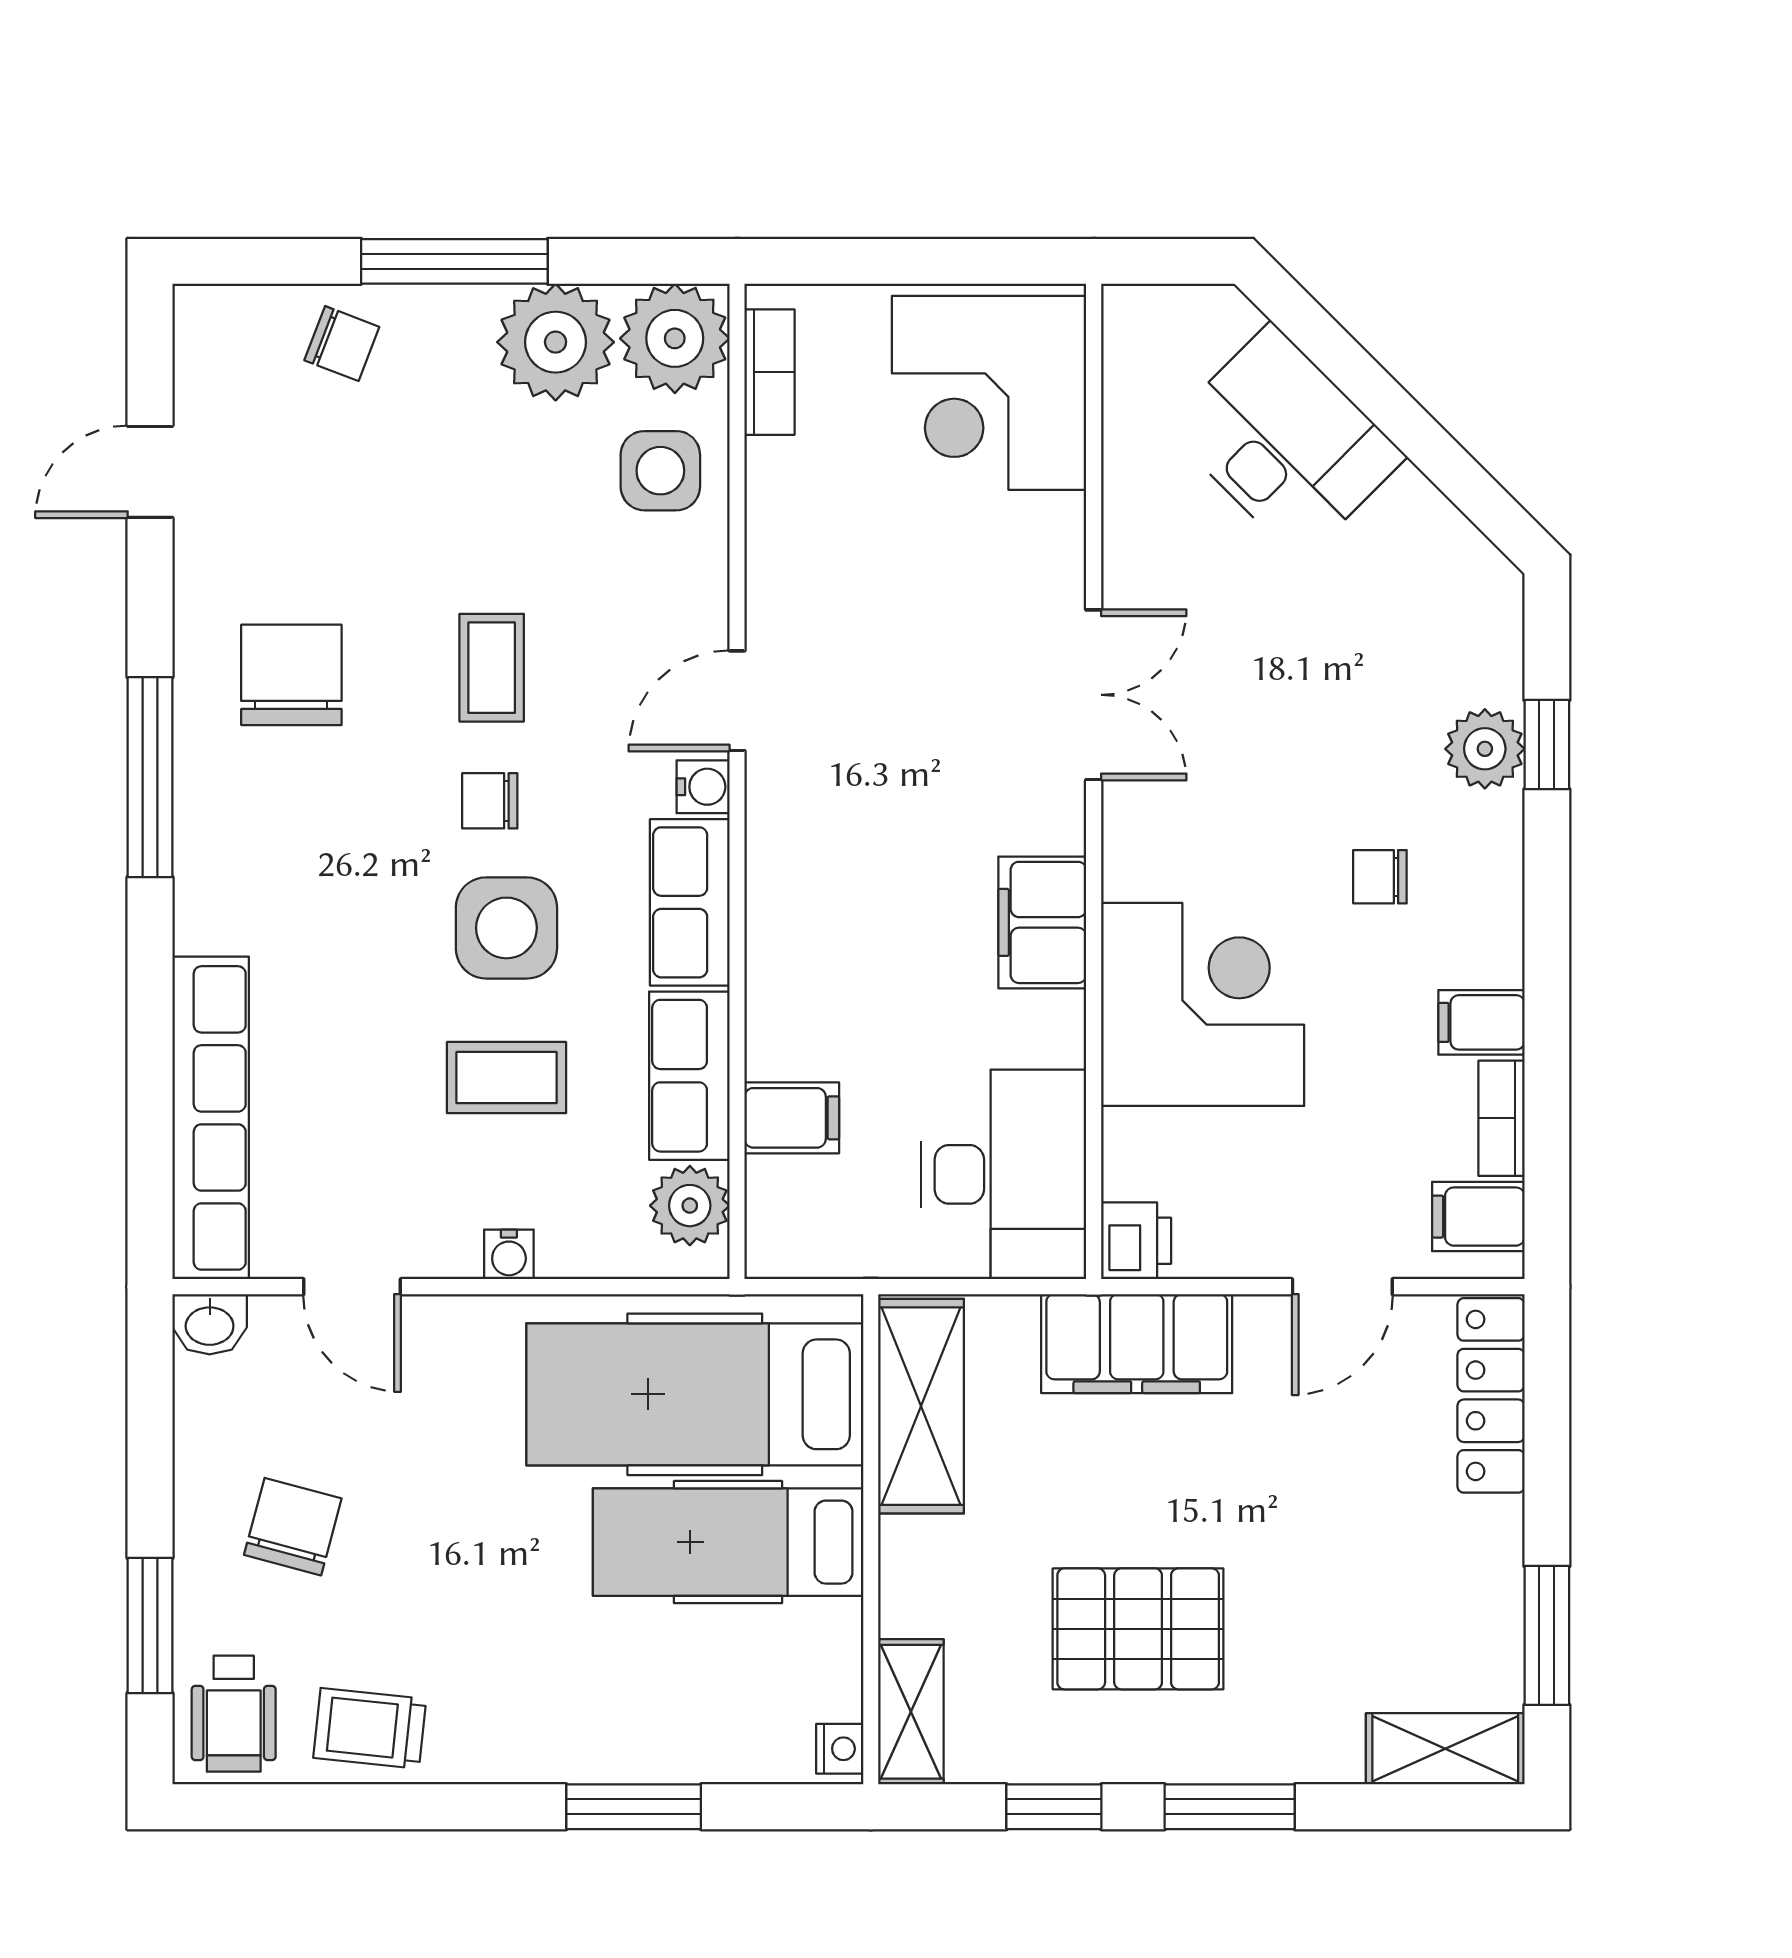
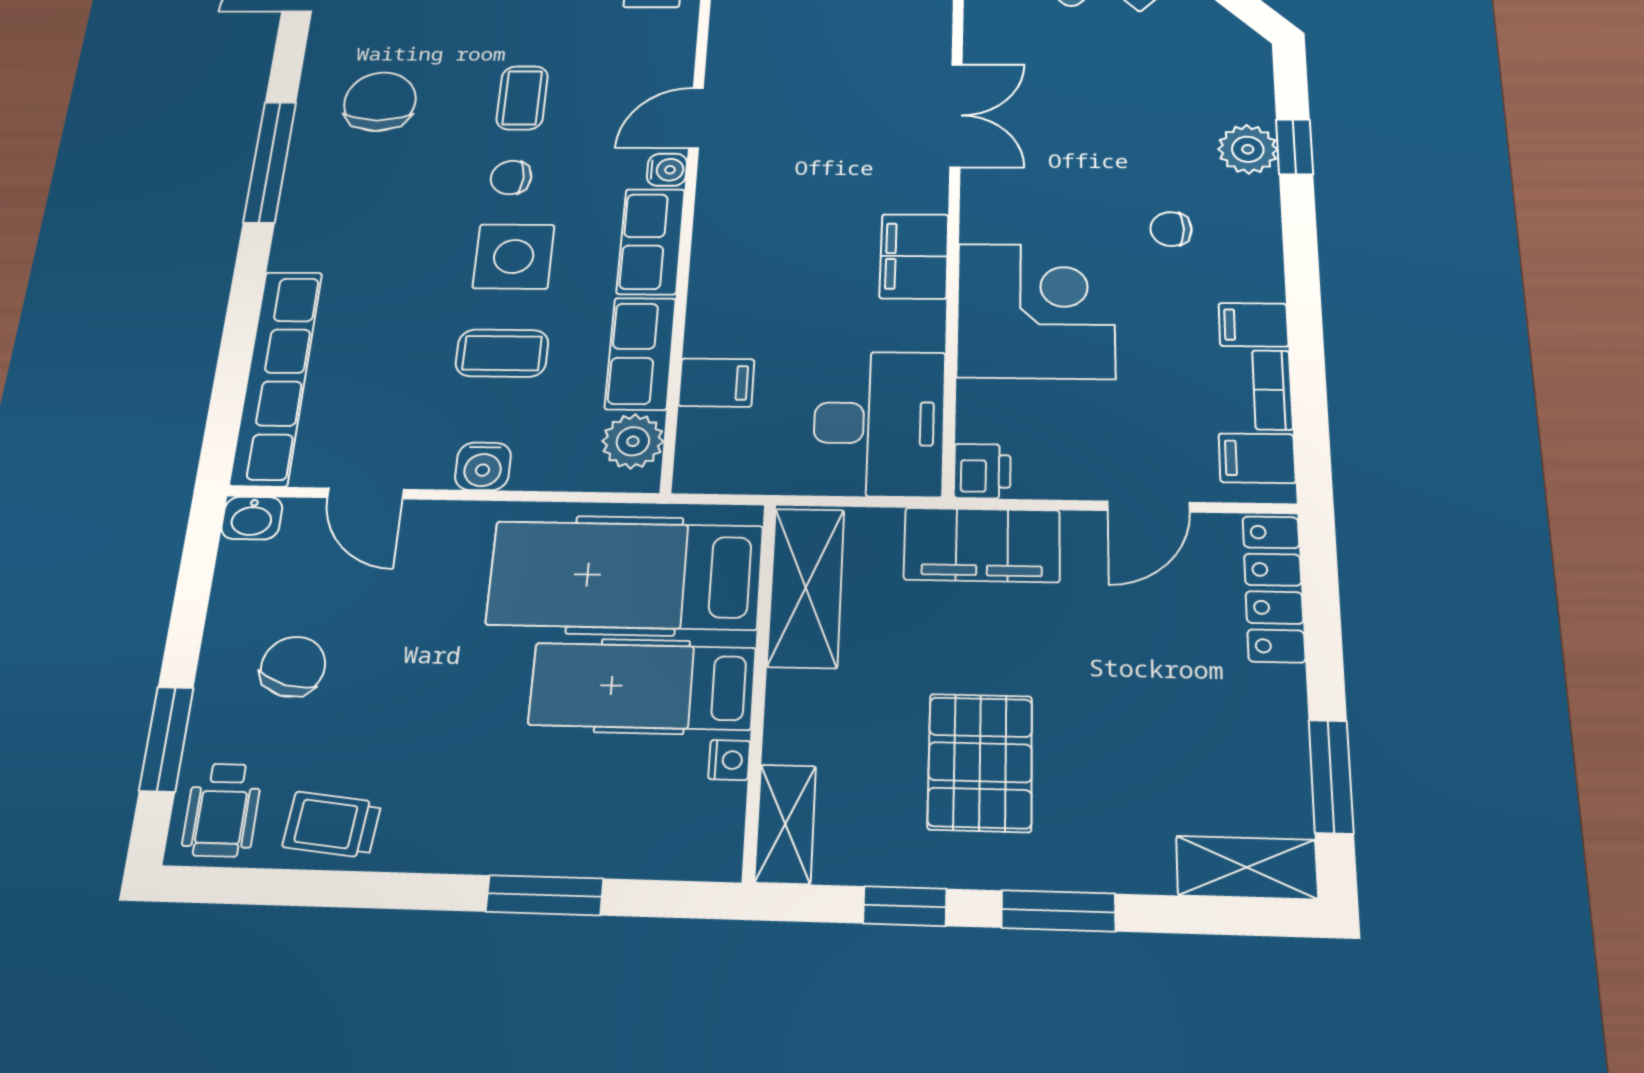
water cooler: (509, 1254) -> (483, 466), width x1.38, depth x1.38
pallet: (1138, 1629) -> (980, 762), turned 90
nightstand: (840, 1749) -> (729, 760), moved

